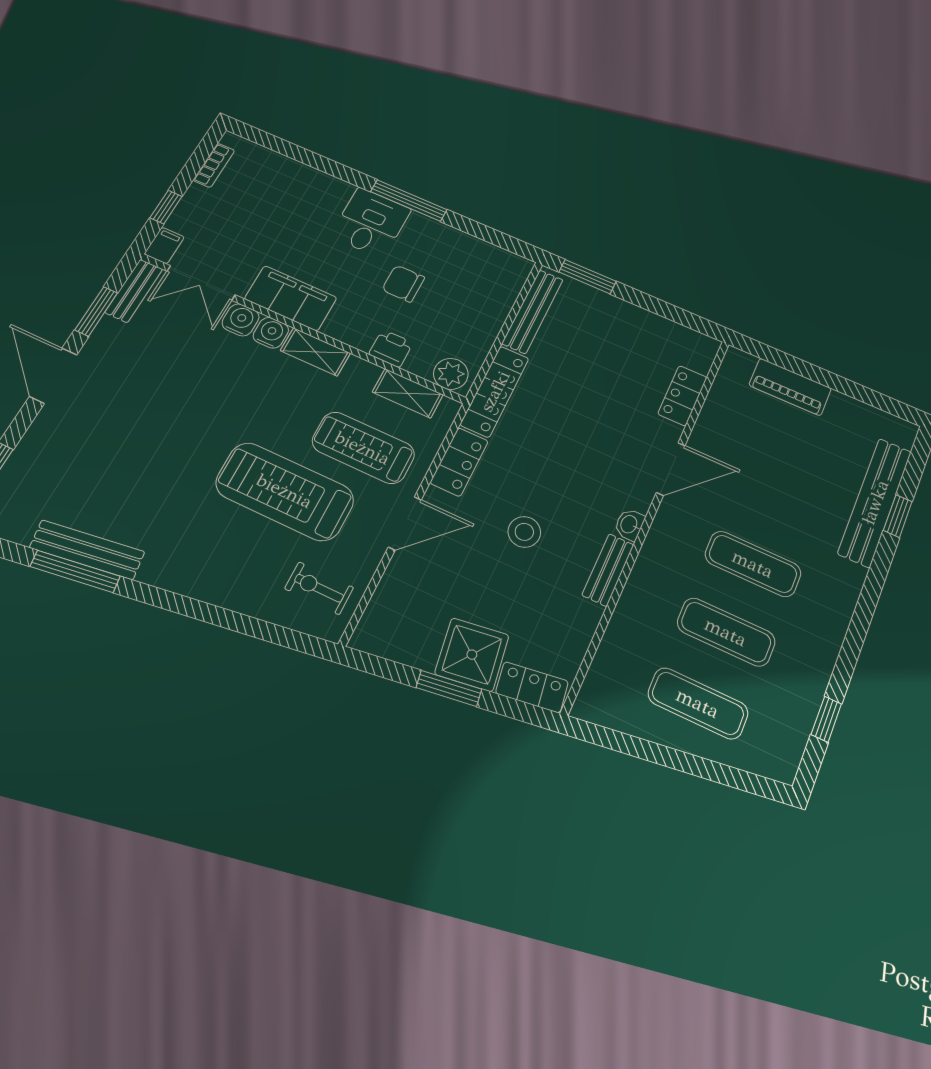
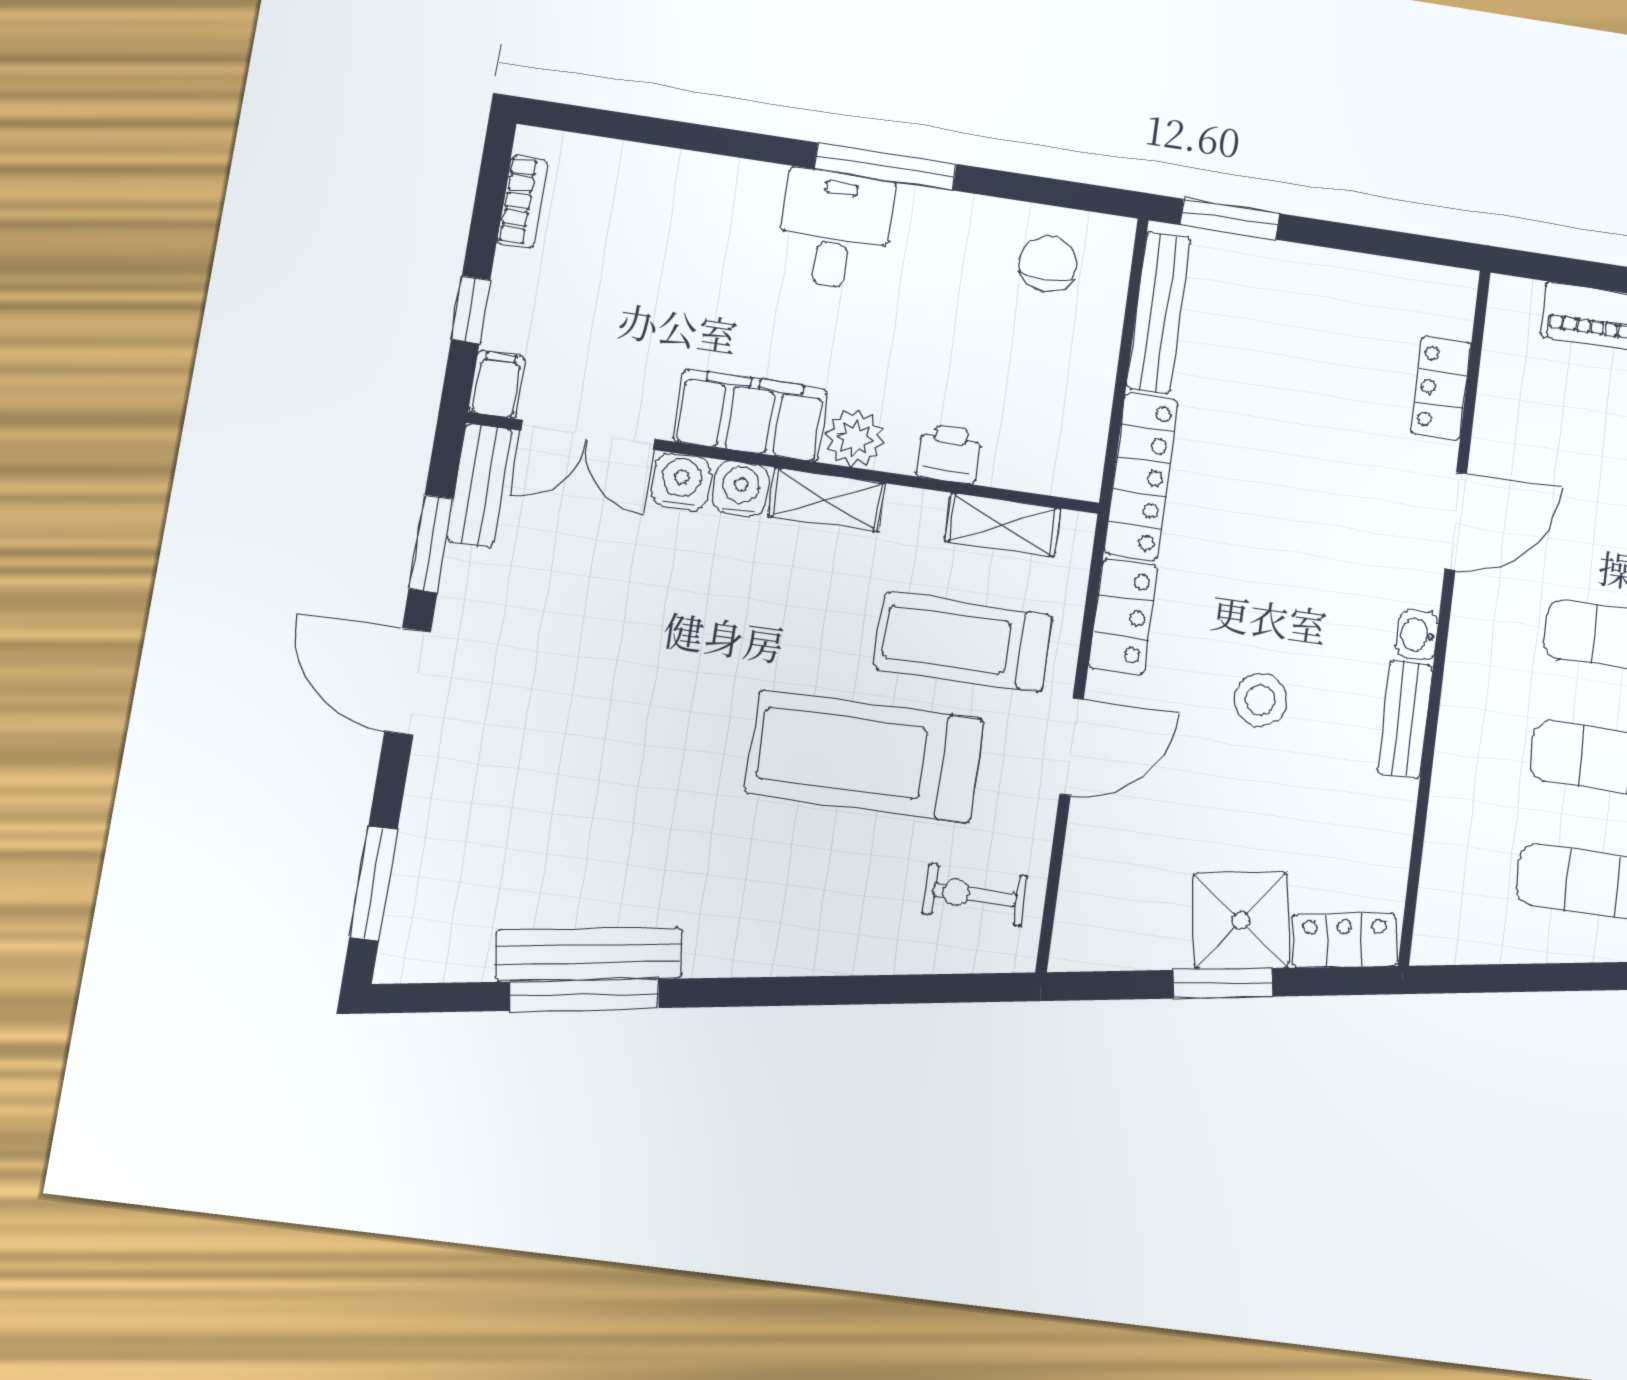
chair: (403, 284) -> (1048, 264), moved, turned 90
plant: (451, 374) -> (855, 438), moved

